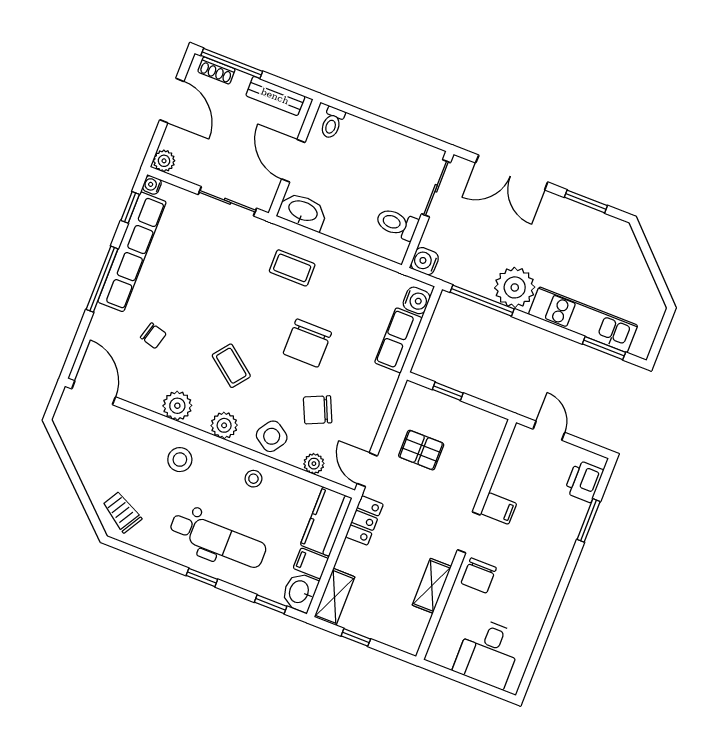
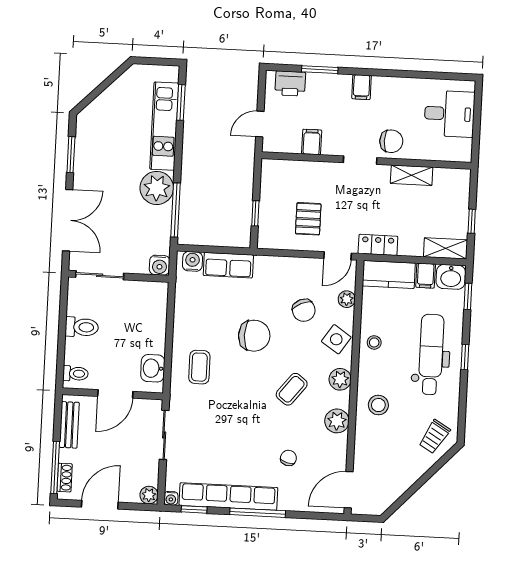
washbasin: (303, 211) -> (153, 368), width x0.72
toilet: (397, 224) -> (82, 327), moved, turned -90
filing cabinet: (499, 508) -> (312, 142), moved
filing cabinet: (552, 562) -> (361, 87), added

